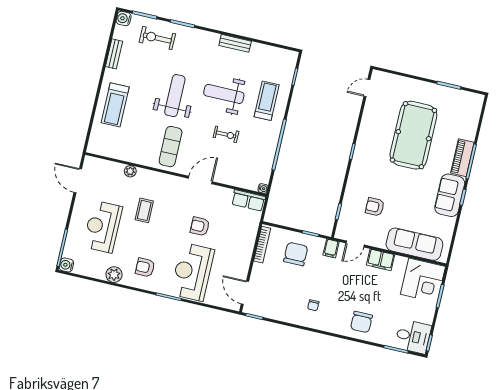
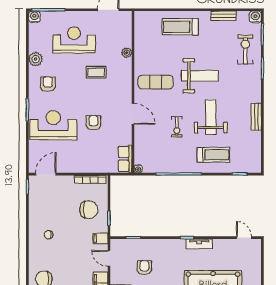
tv unit: (362, 140) -> (199, 244), added

